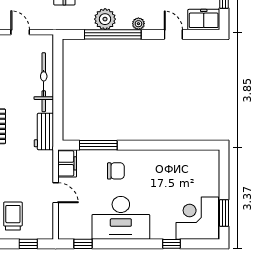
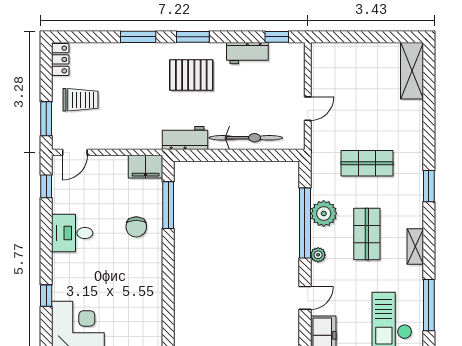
door: (56, 193) -> (75, 152), moved
desk: (121, 218) -> (72, 233), width x0.53, depth x0.77
window: (28, 244) -> (46, 119), width x1.50

